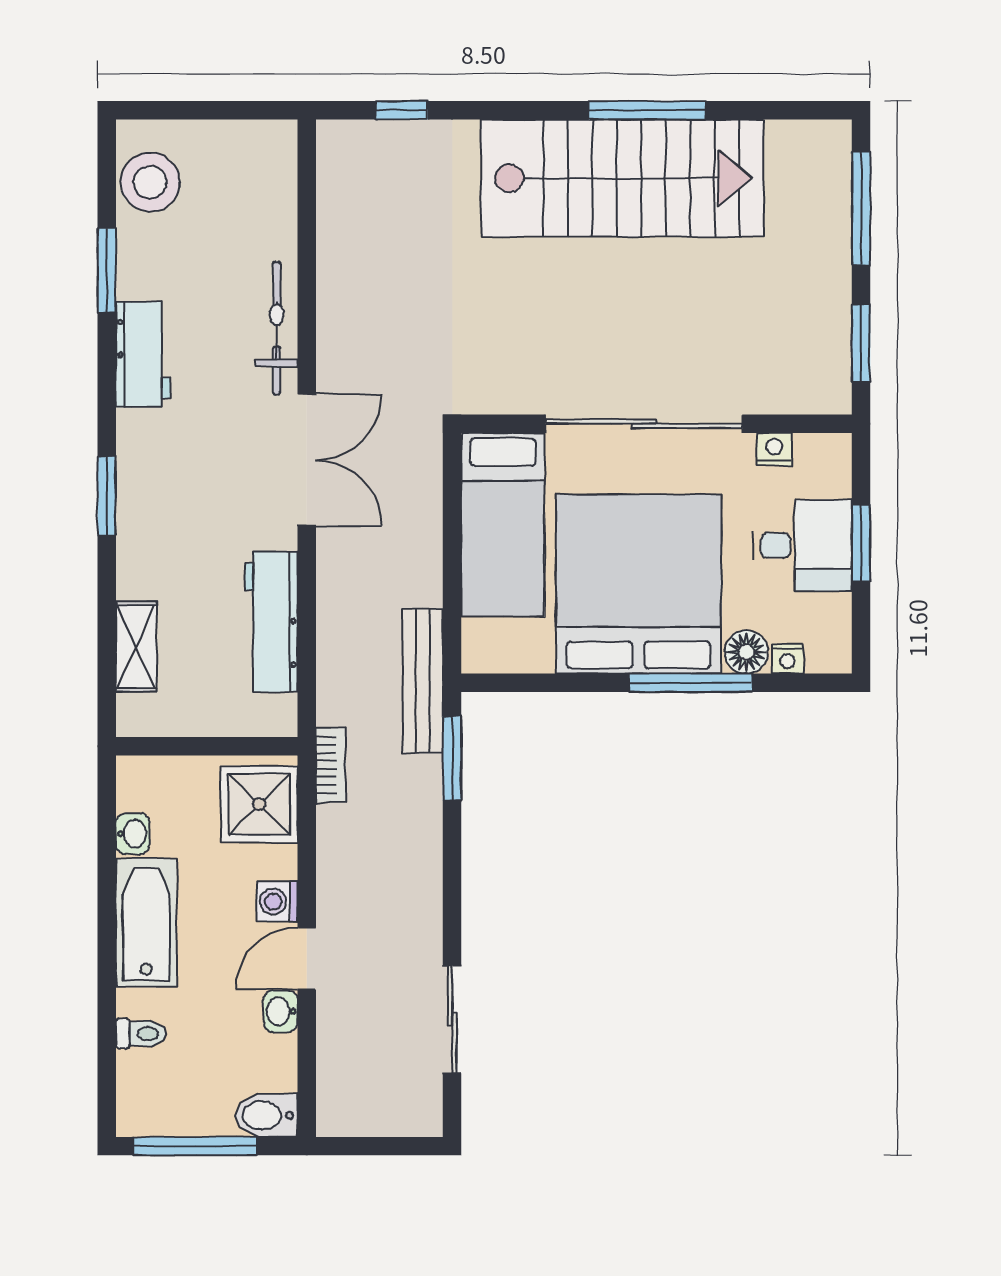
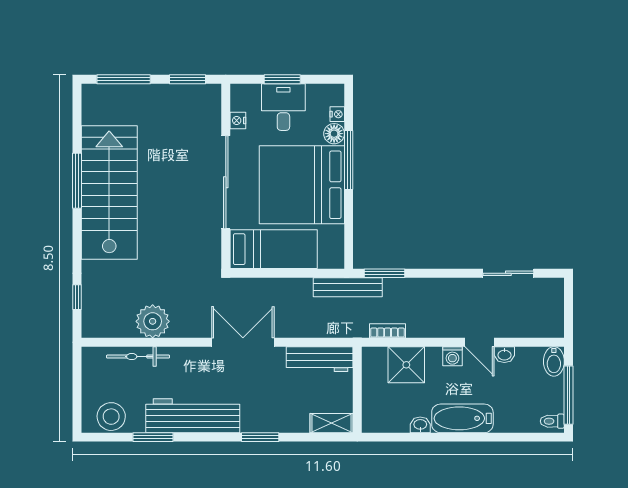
plant: (351, 270) -> (153, 321), added
bicycle: (277, 328) -> (138, 357), moved
workbench: (143, 354) -> (193, 416), width x1.88, depth x1.32
wall: (207, 746) -> (357, 390), moved
toilet: (141, 1034) -> (552, 421), moved, turned -90

